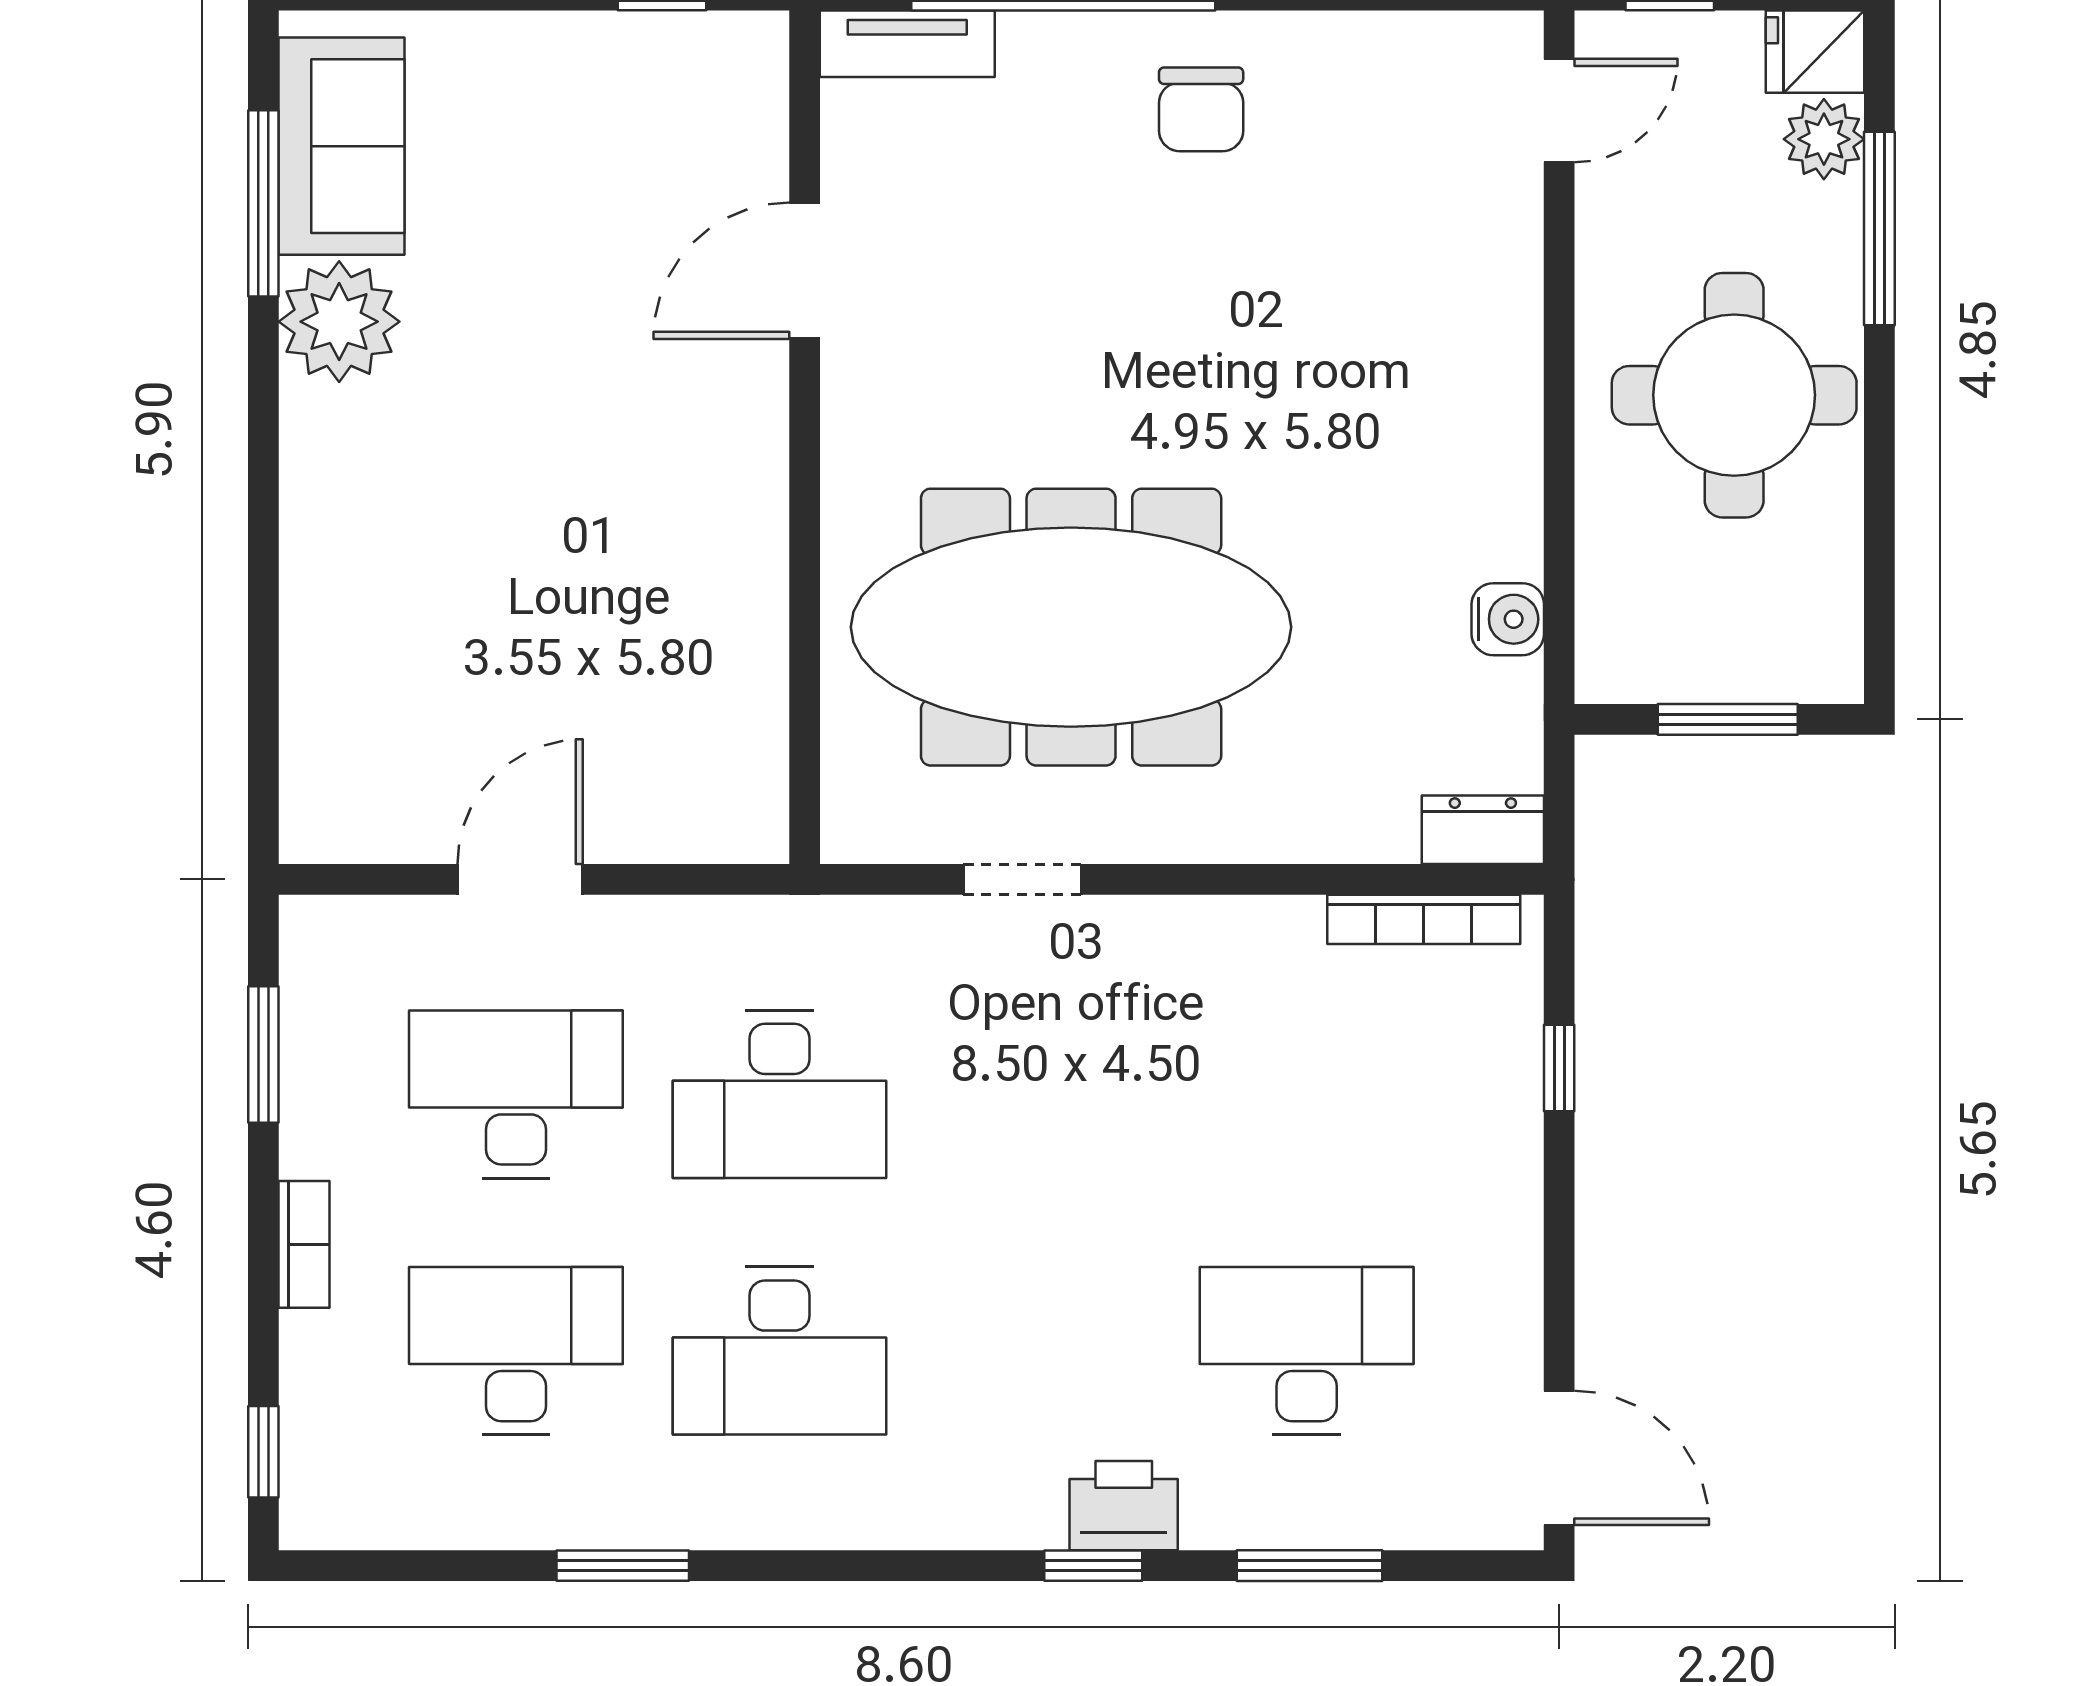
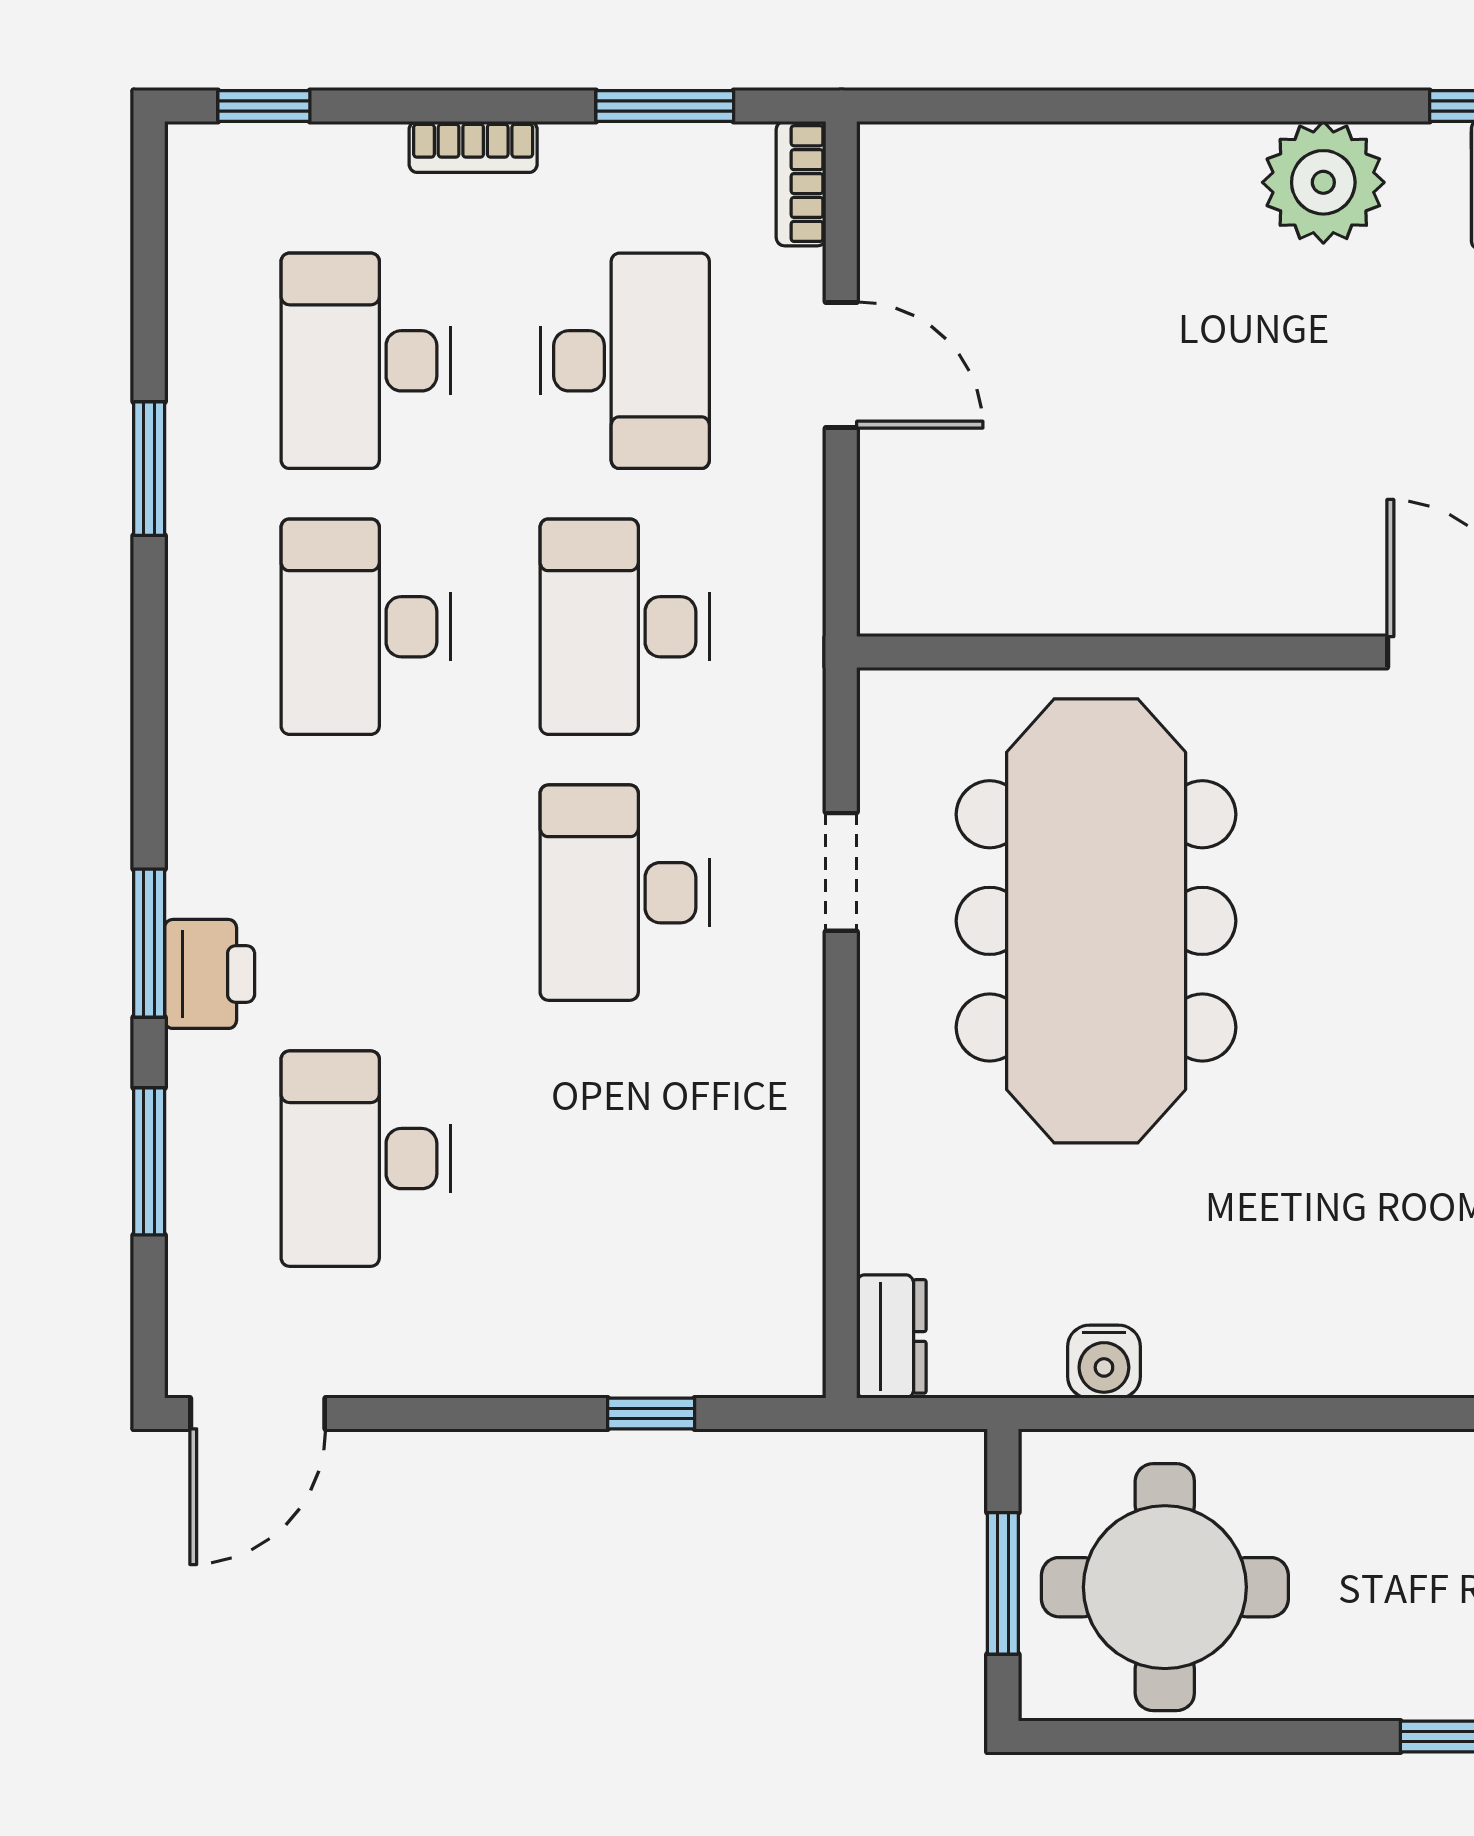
plant: (339, 322) -> (1323, 182), moved
round table: (1734, 395) -> (1165, 1587), moved
bookcase: (1424, 919) -> (801, 184), moved, width x0.64
desk: (1043, 1094) -> (625, 893), added
desk: (516, 1351) -> (366, 361), turned 180
desk: (1307, 1351) -> (366, 1159), turned 180
window: (1093, 1566) -> (149, 943), width x1.50

